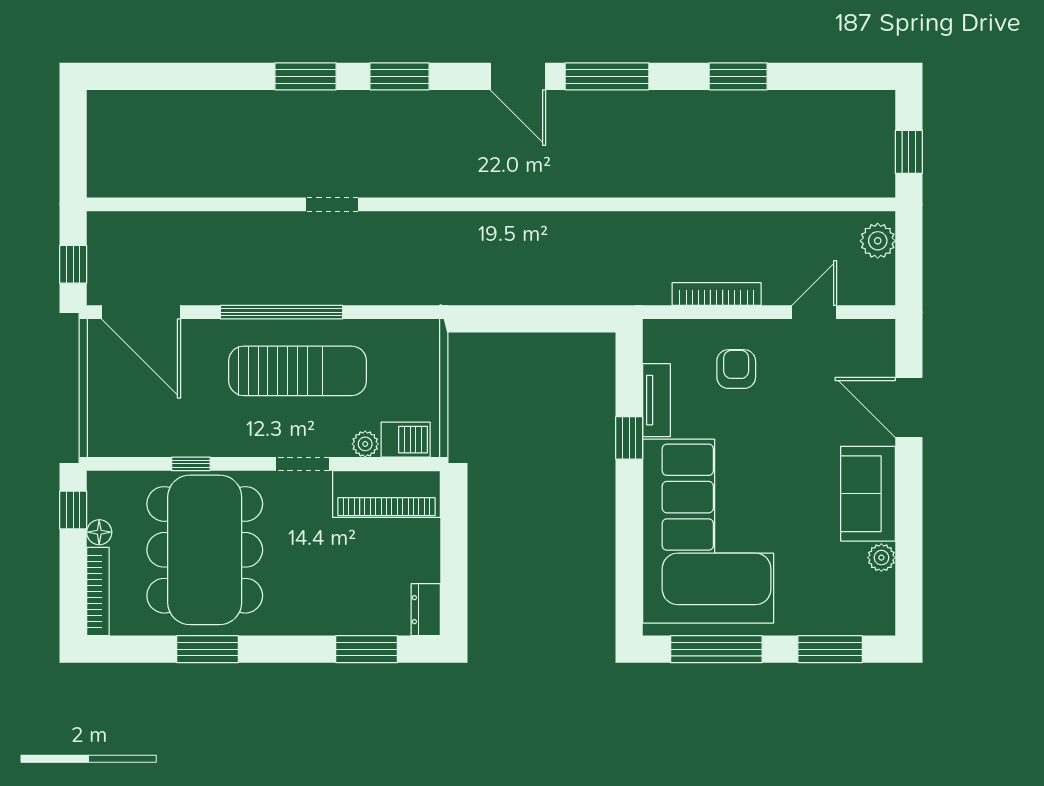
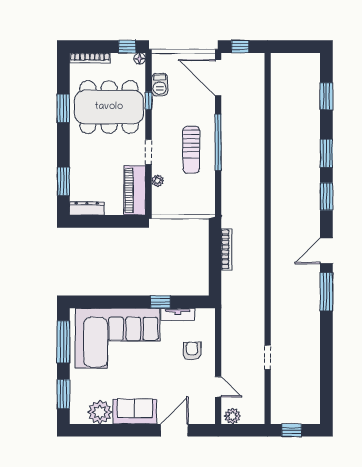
window: (738, 76) -> (326, 96), moved
doorway: (332, 204) -> (268, 357), moved
plant: (878, 241) -> (232, 416), moved
bookcase: (717, 294) -> (226, 249), moved
door: (141, 312) -> (218, 78), hinge flipped
armchair: (736, 369) -> (192, 351), turned -90
sun lounger: (298, 371) -> (191, 150), width x0.73, depth x0.75
barbecue: (406, 440) -> (160, 85), moved
floor lamp: (99, 532) -> (140, 59), moved
plant: (881, 558) -> (100, 412), width x1.88, depth x1.88
dresser: (426, 610) -> (87, 209), width x1.44

